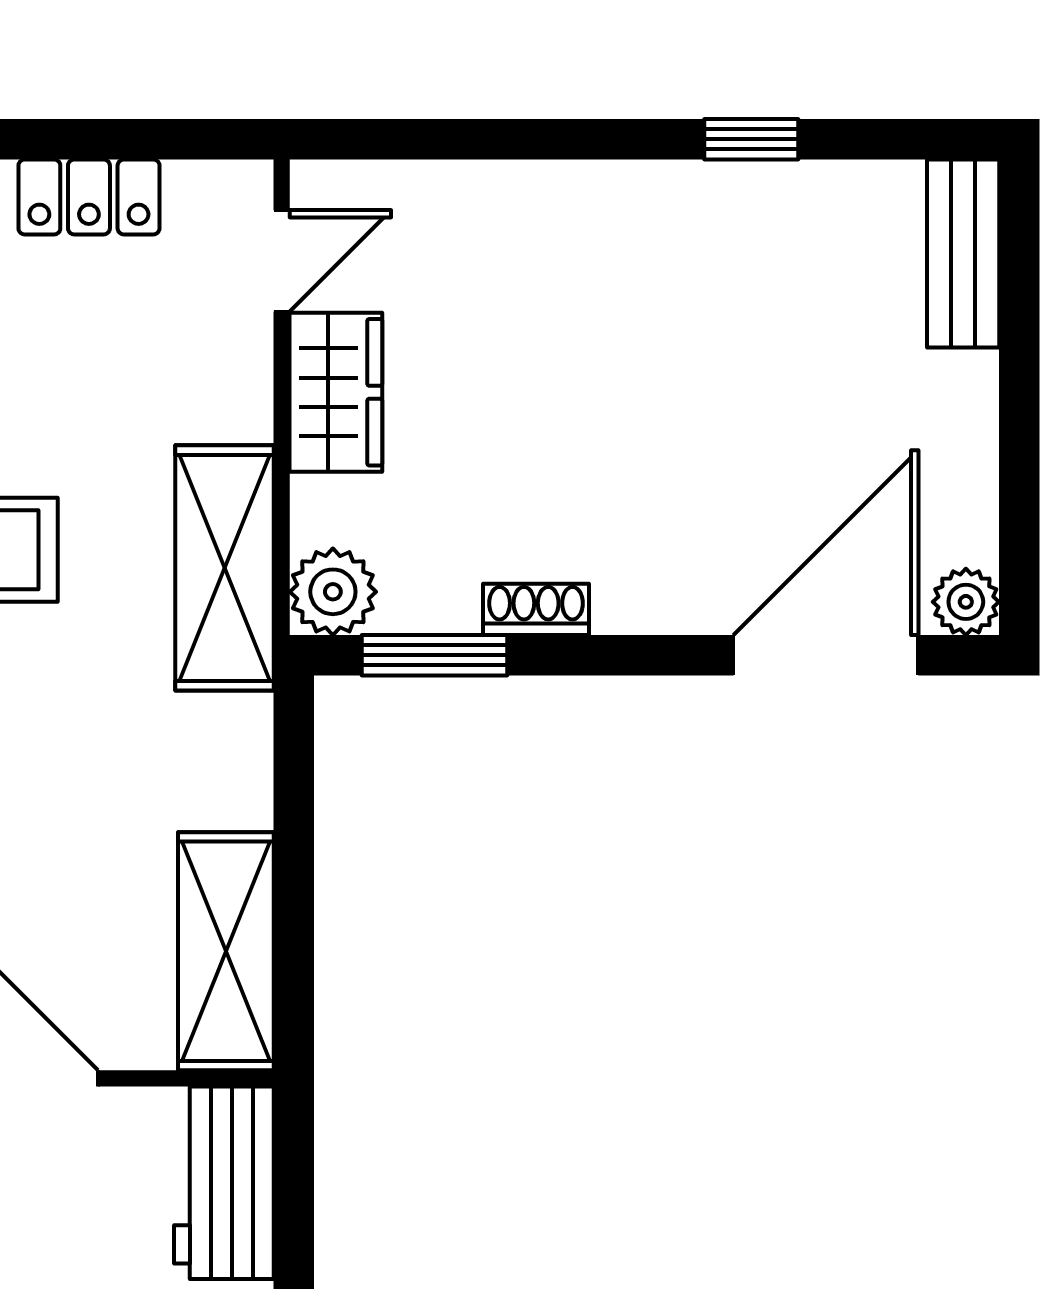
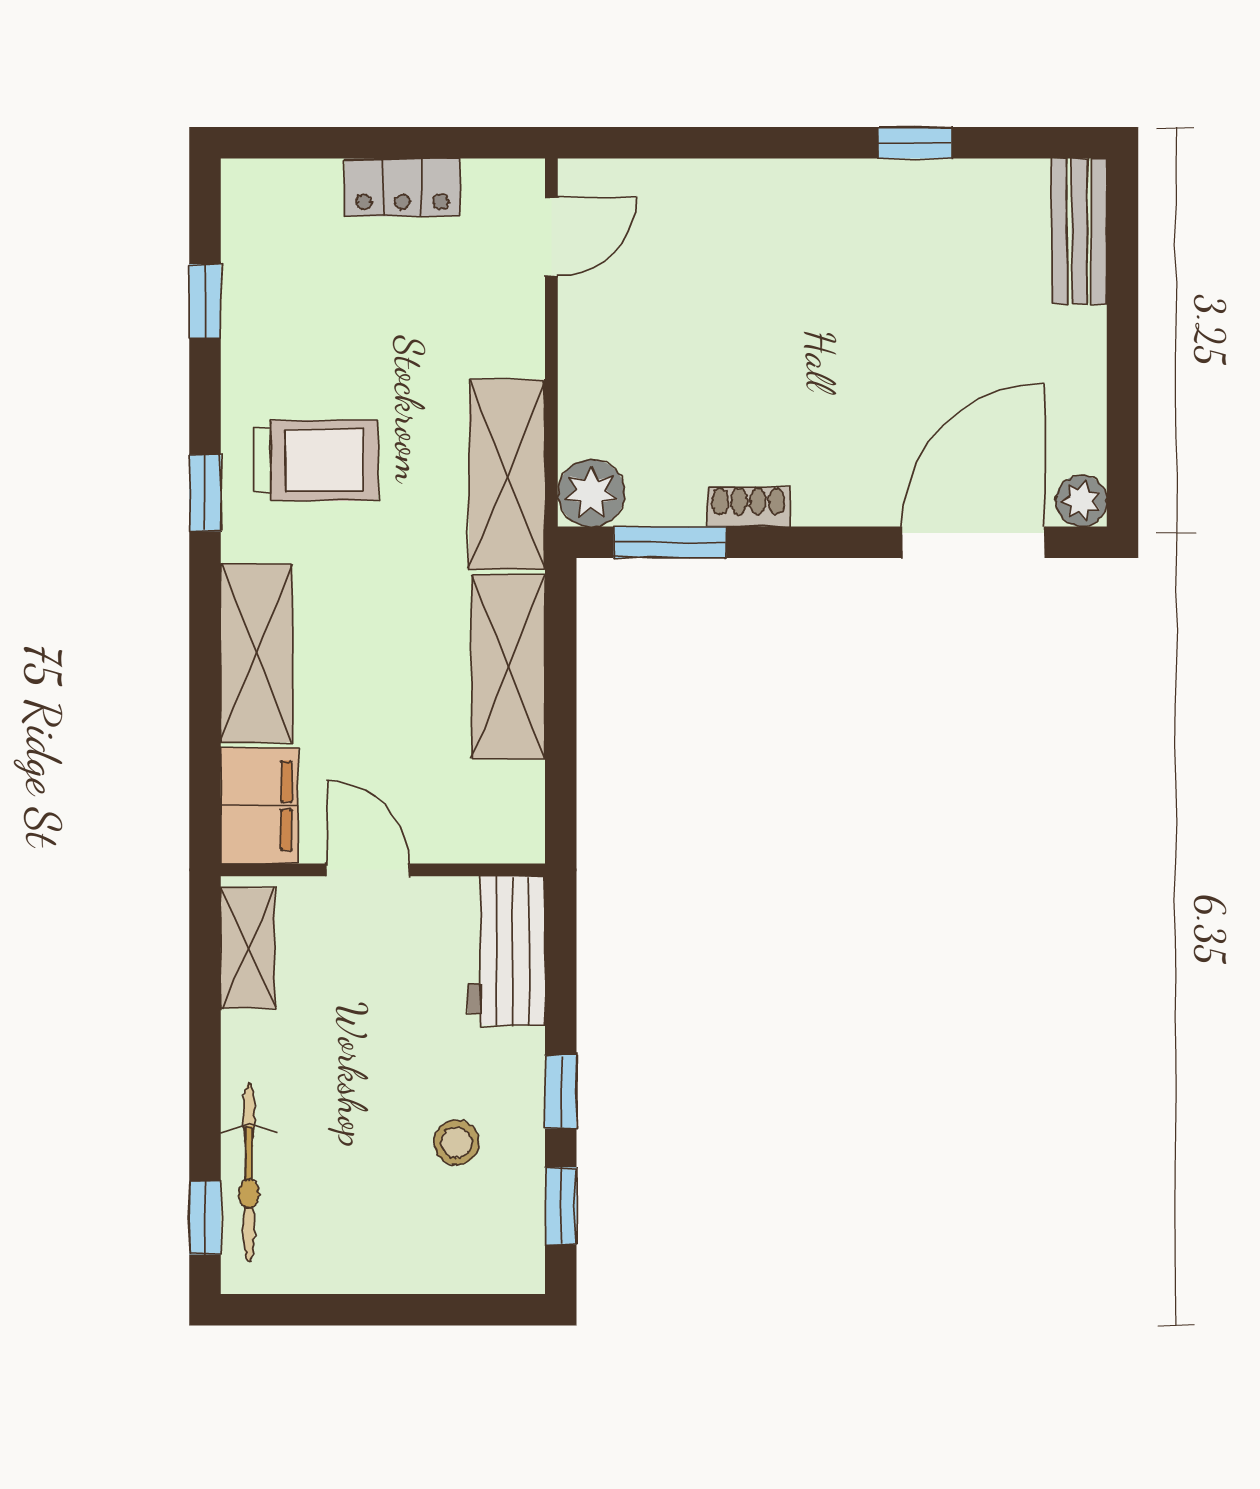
wardrobe: (336, 392) -> (594, 339), removed
shelving: (226, 951) -> (508, 667), moved

